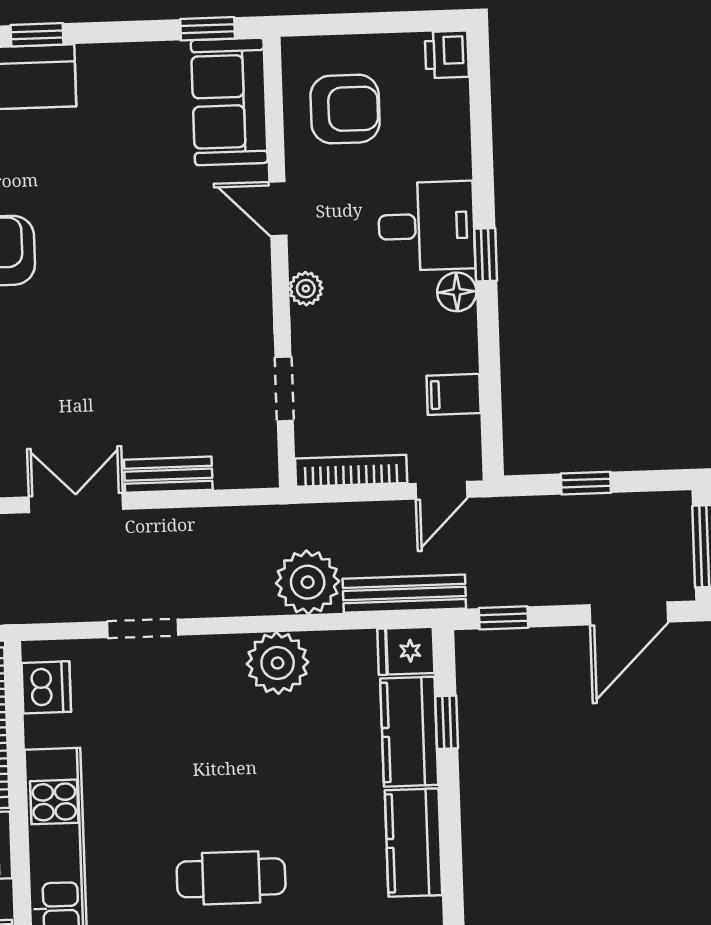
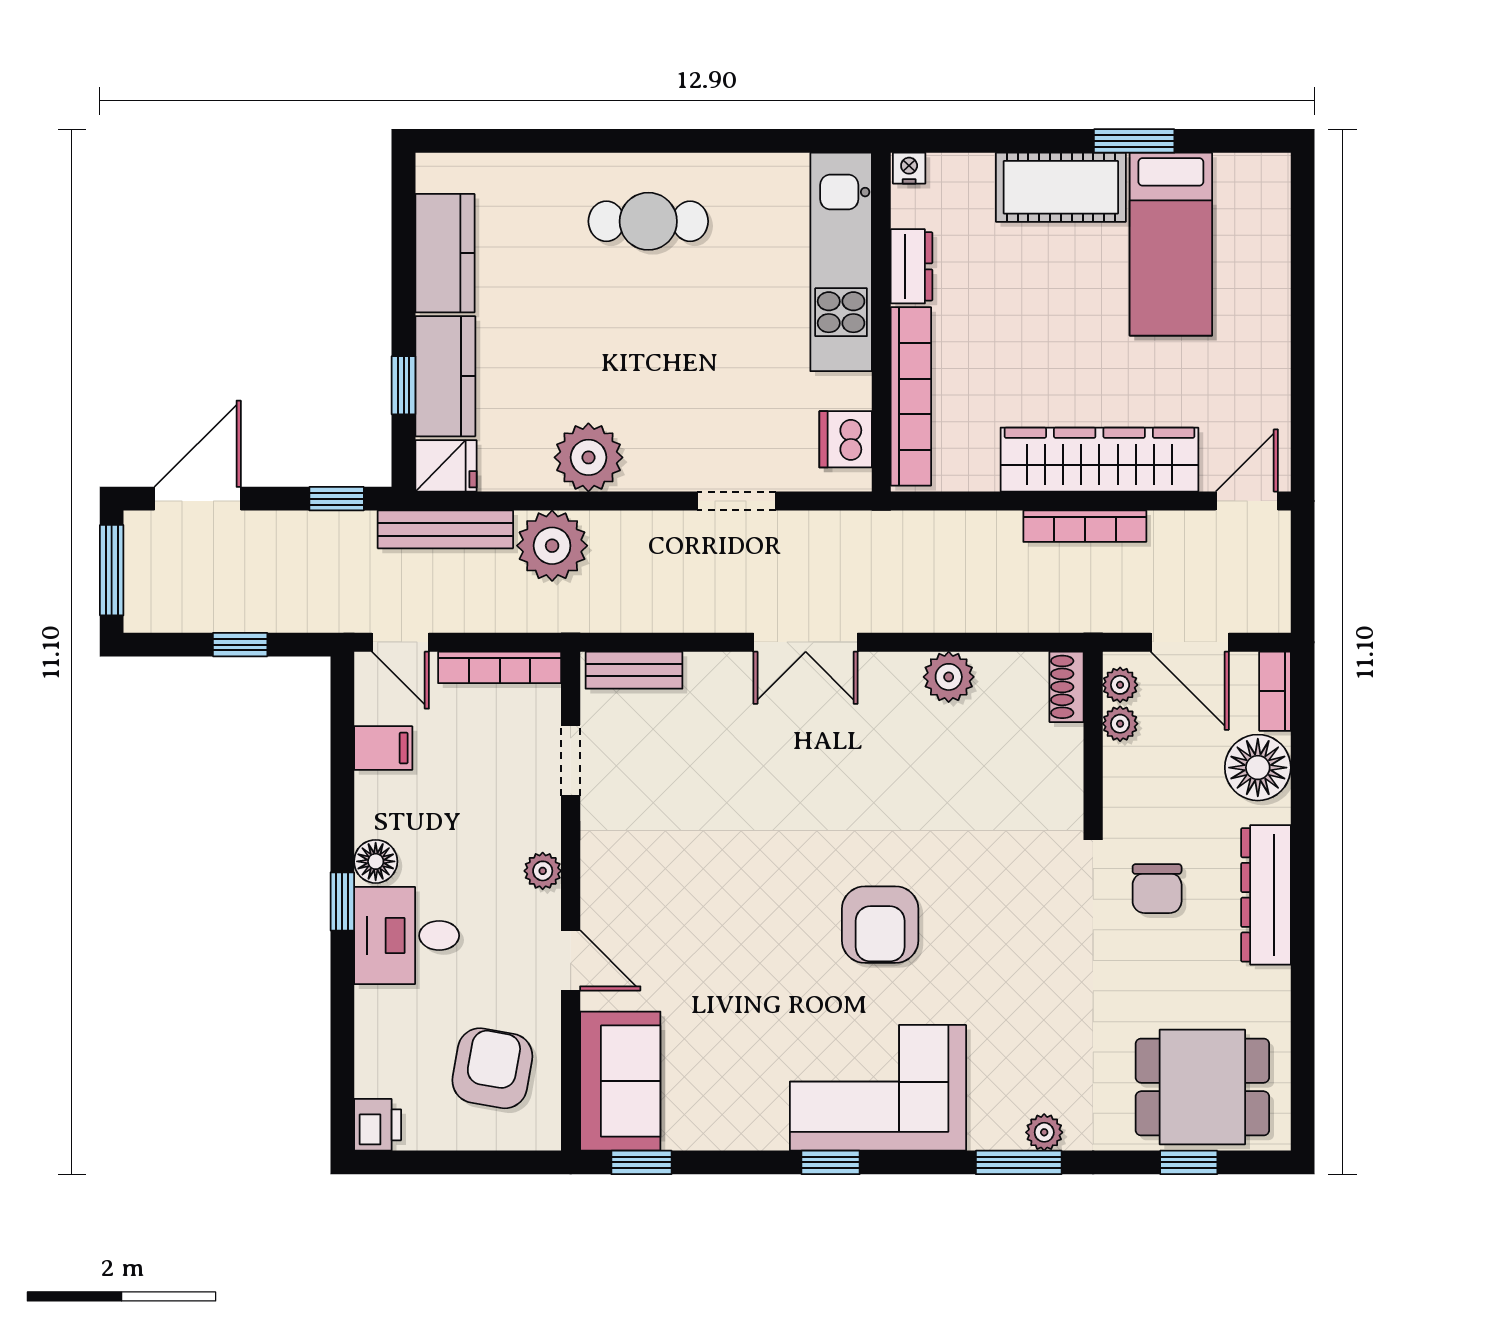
armchair: (345, 109) -> (492, 1068), turned 100
bench: (168, 475) -> (634, 670), moved
door: (441, 490) -> (400, 642), swing flipped

